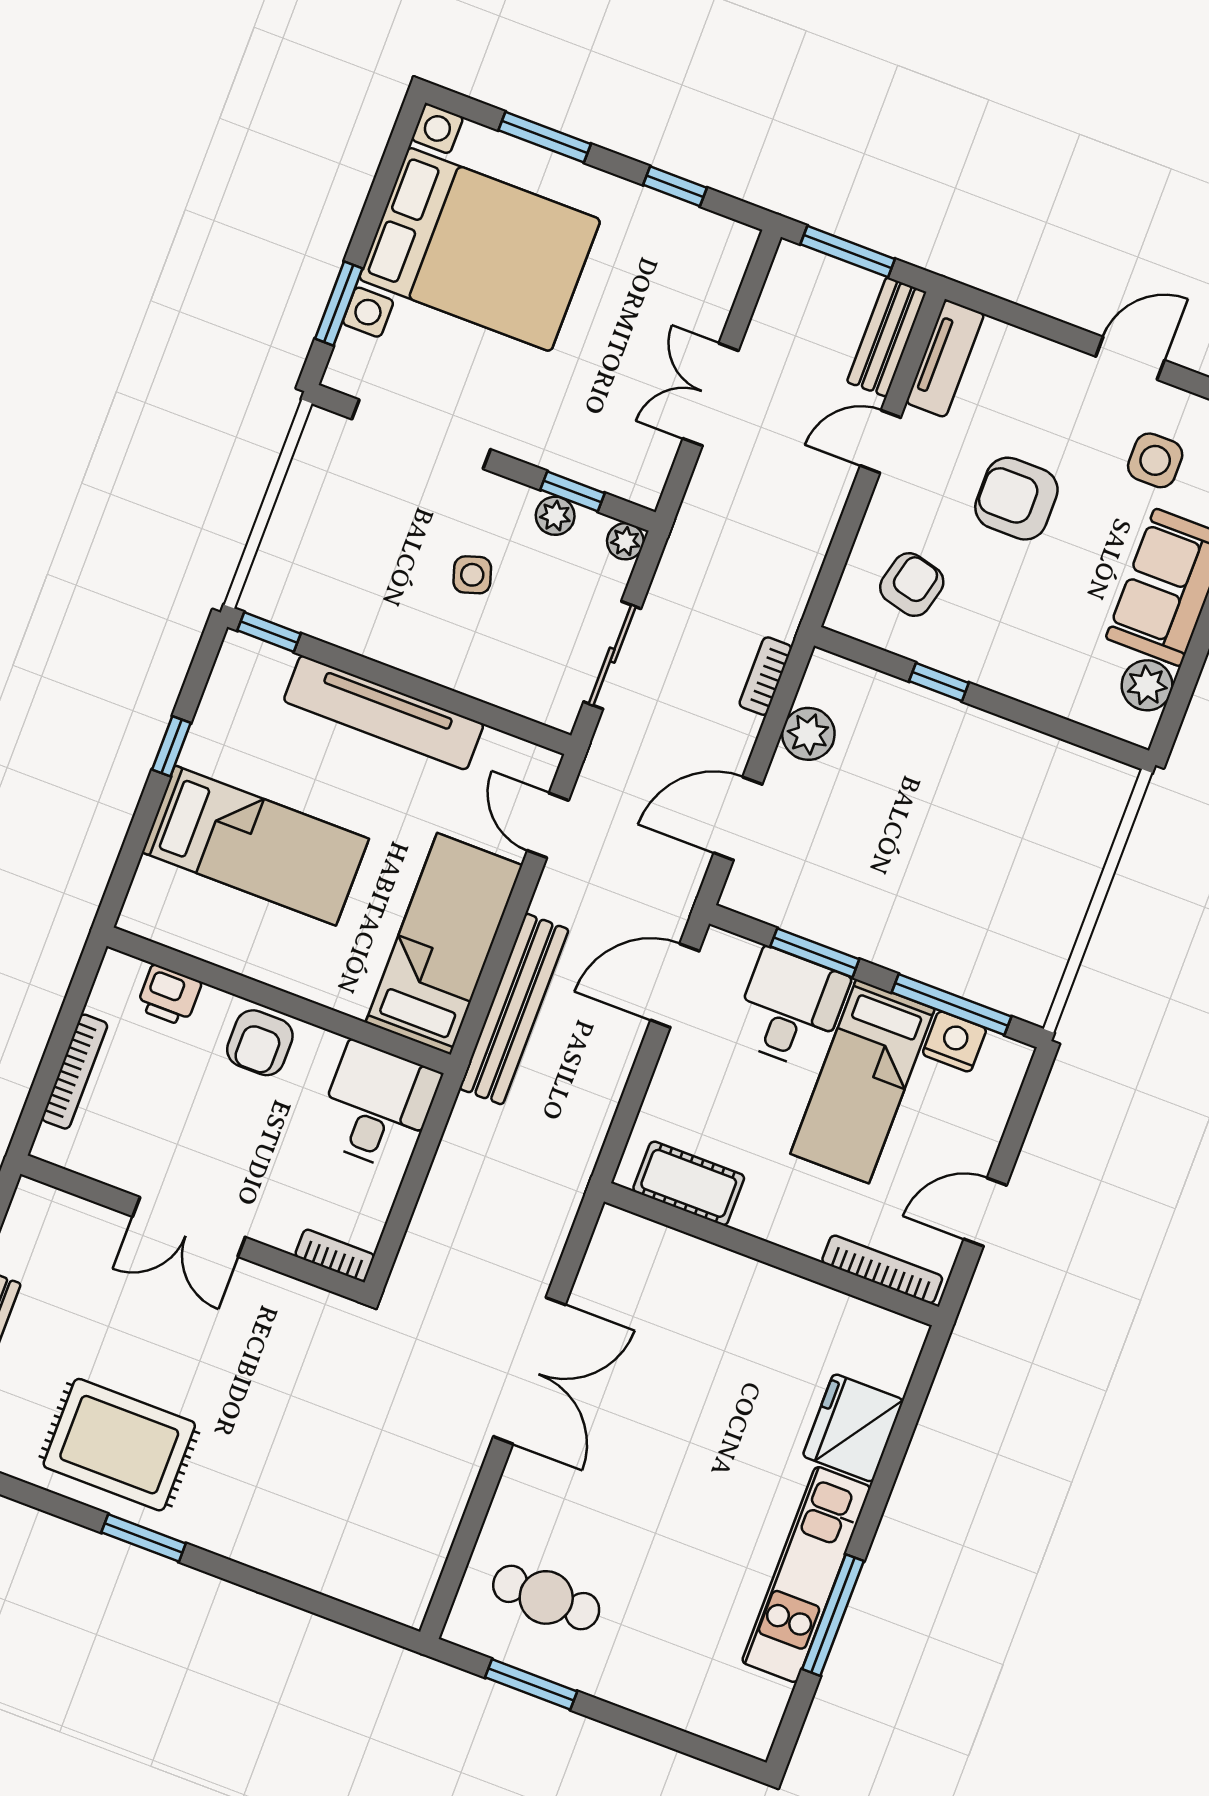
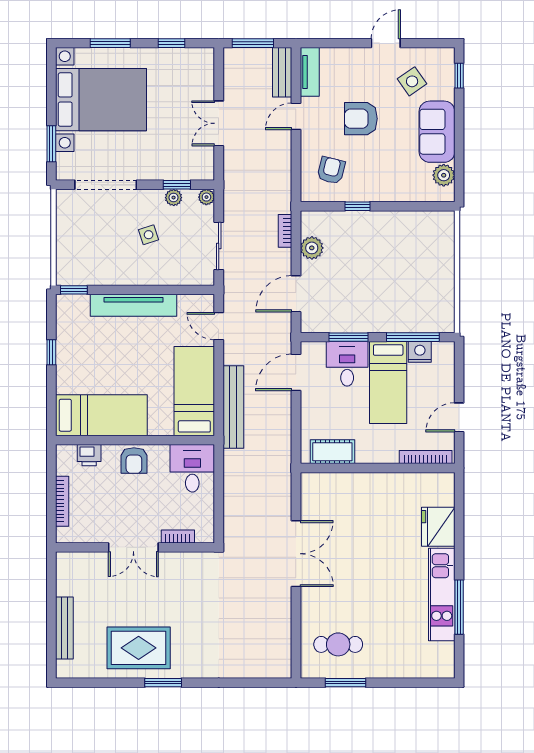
side table: (1155, 460) -> (412, 81), turned -35
bed: (255, 846) -> (101, 415), moved
bookcase: (335, 1255) -> (178, 536), moved

